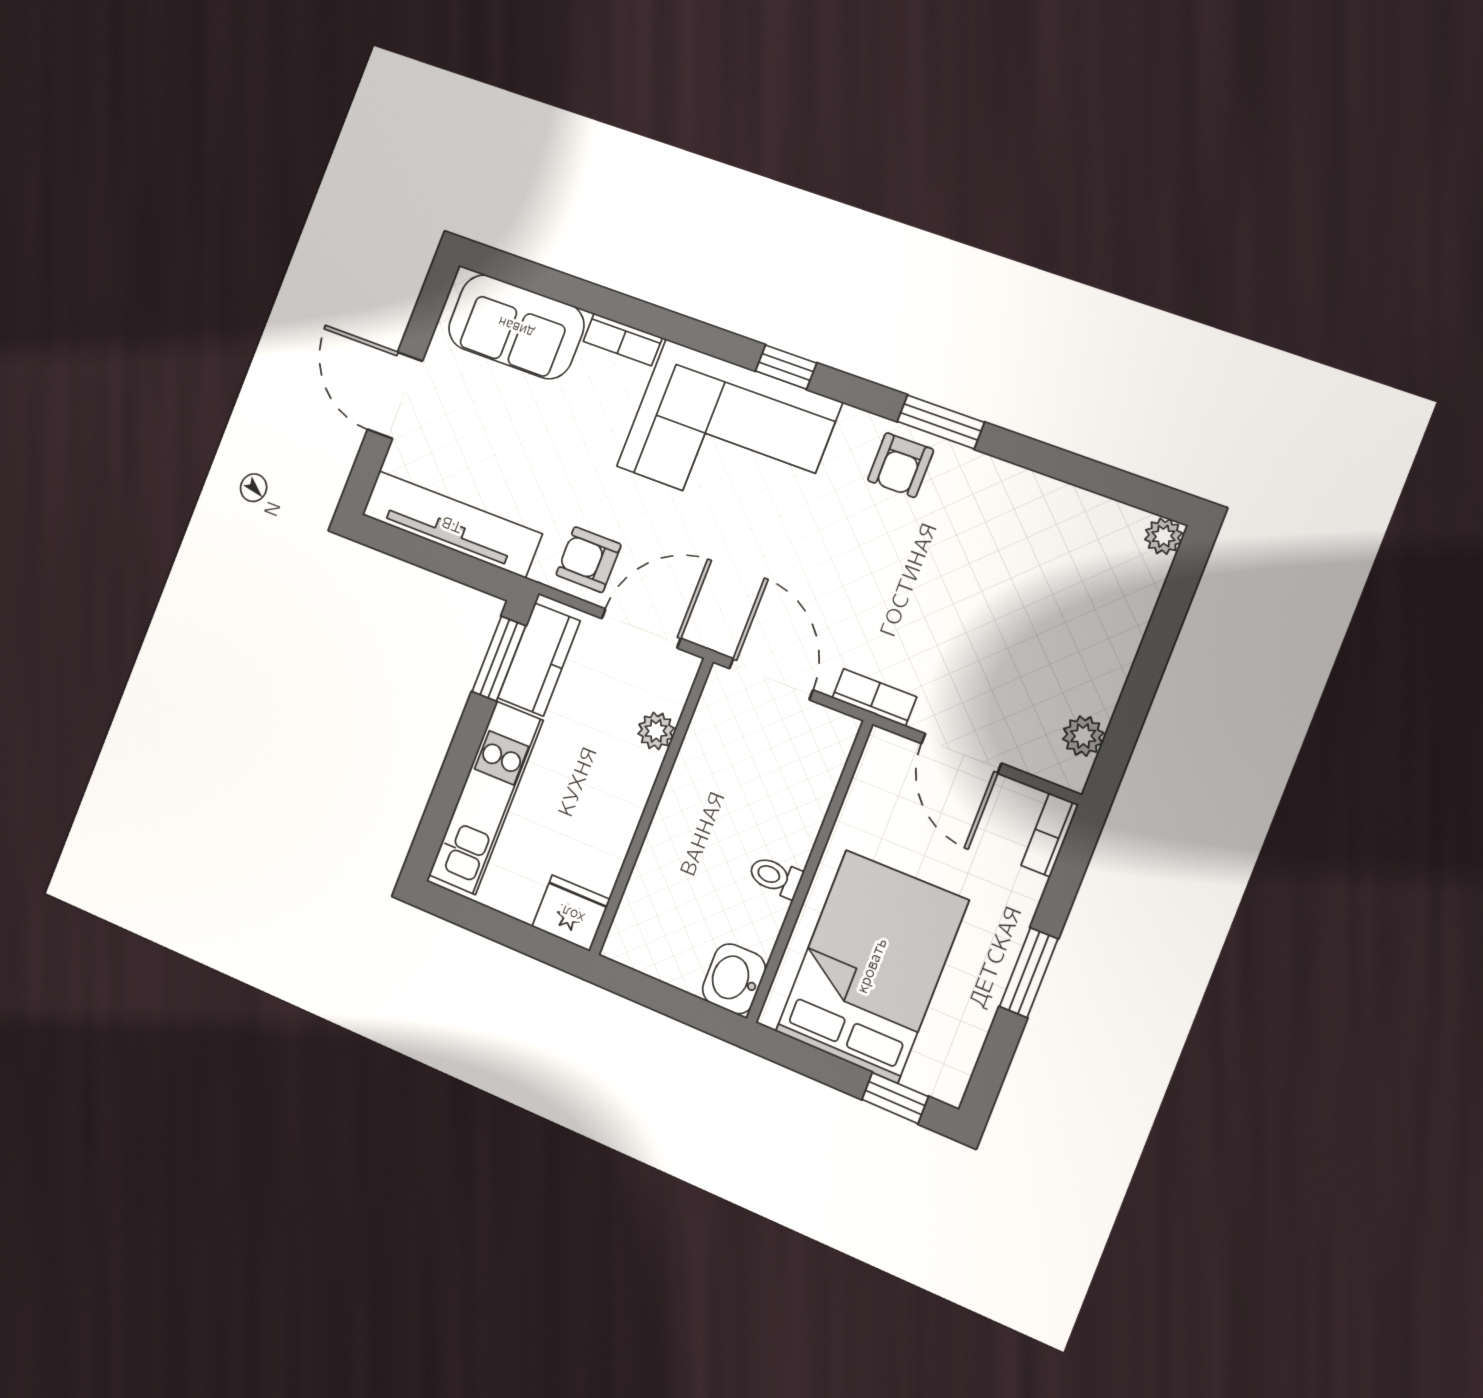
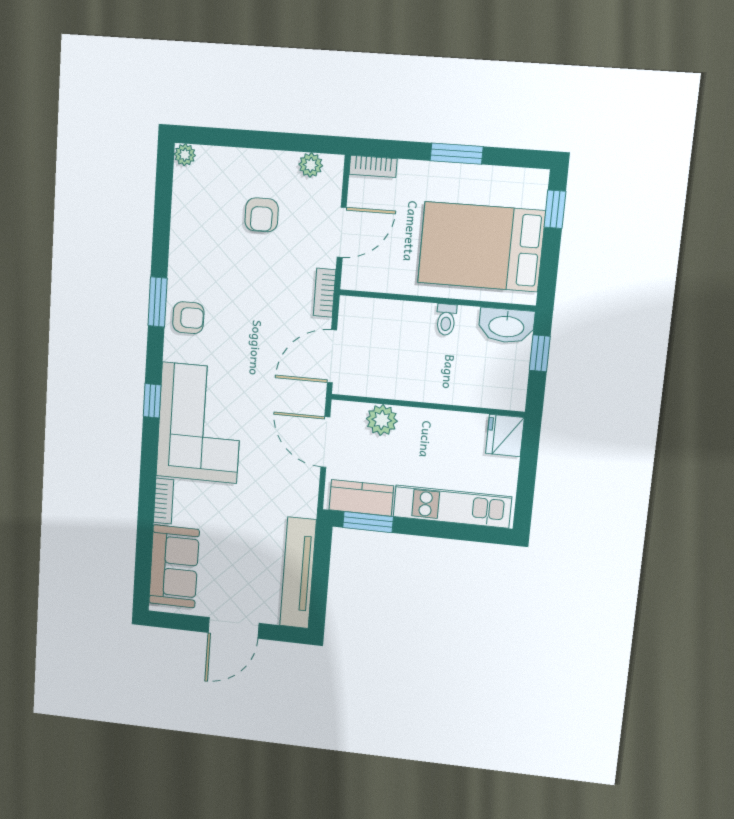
armchair: (588, 560) -> (262, 215), moved
plant: (656, 731) -> (382, 420), width x1.38, depth x1.38
washbasin: (734, 979) -> (506, 326), width x1.38
window: (681, 1006) -> (540, 353), added

